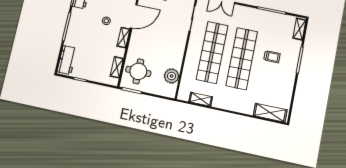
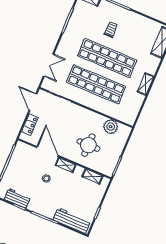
workbench: (67, 60) -> (72, 221), width x1.38
round table: (138, 71) -> (88, 145), moved
shelving: (201, 99) -> (146, 84), moved

